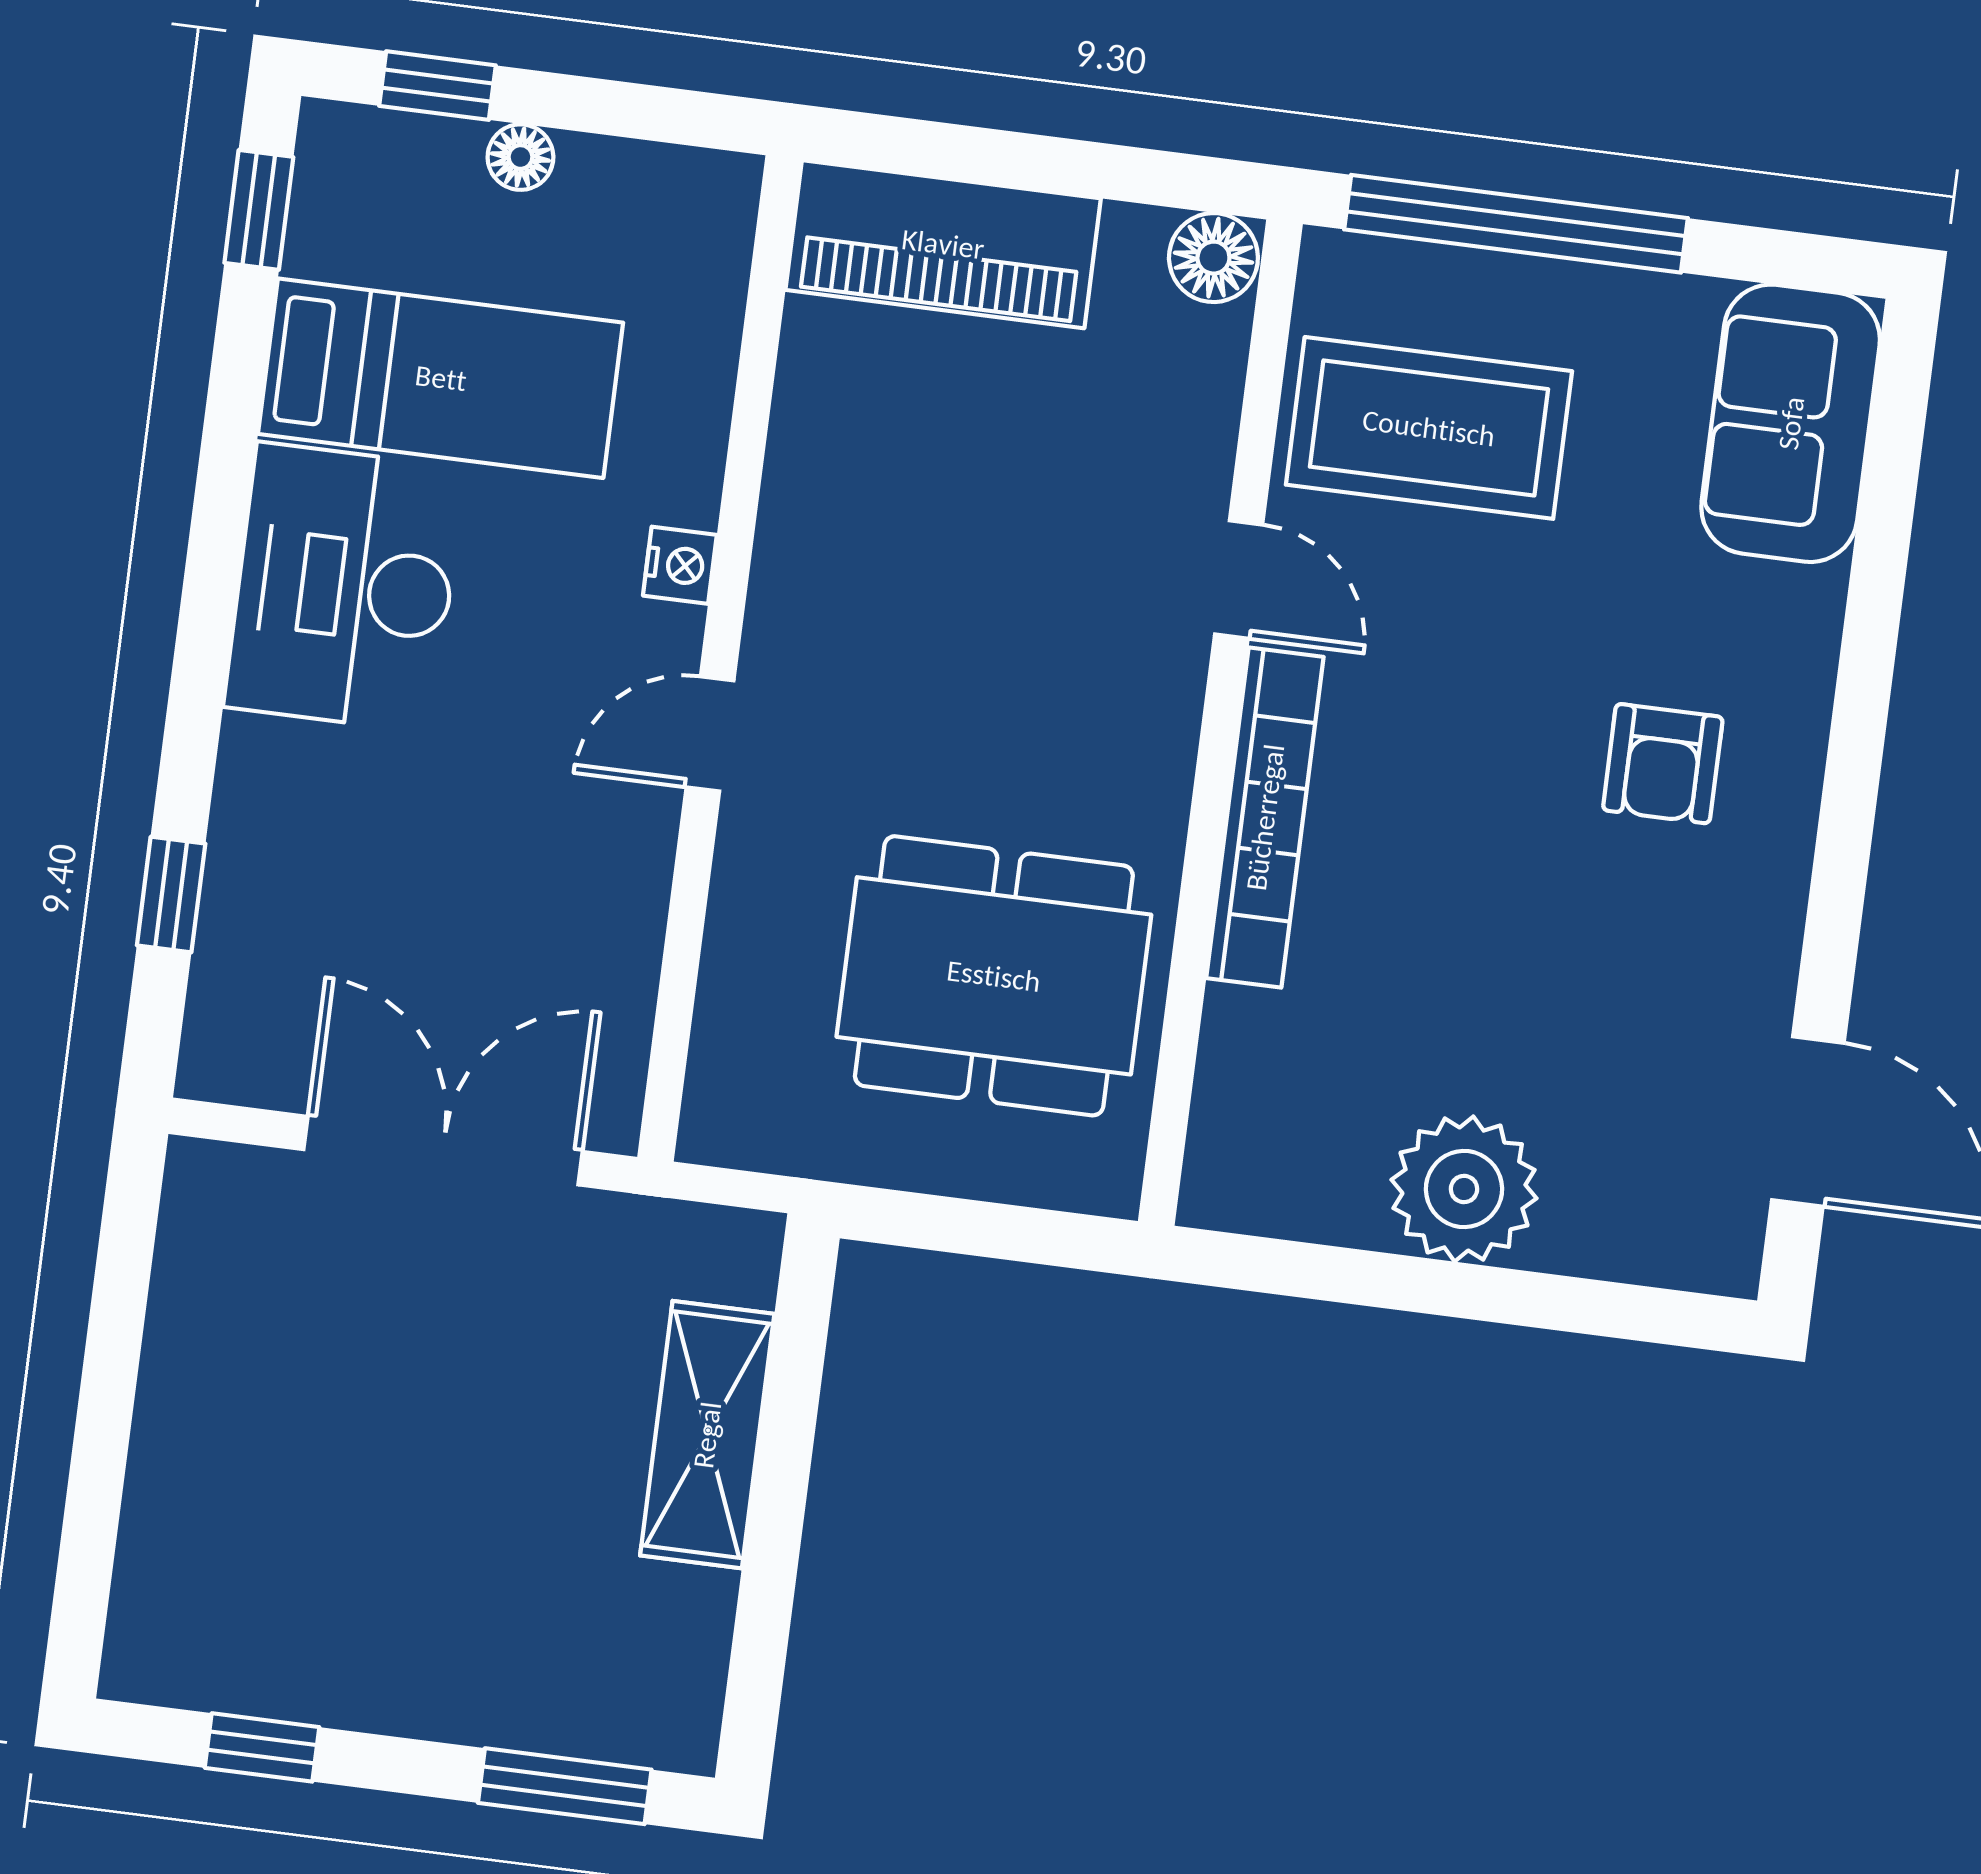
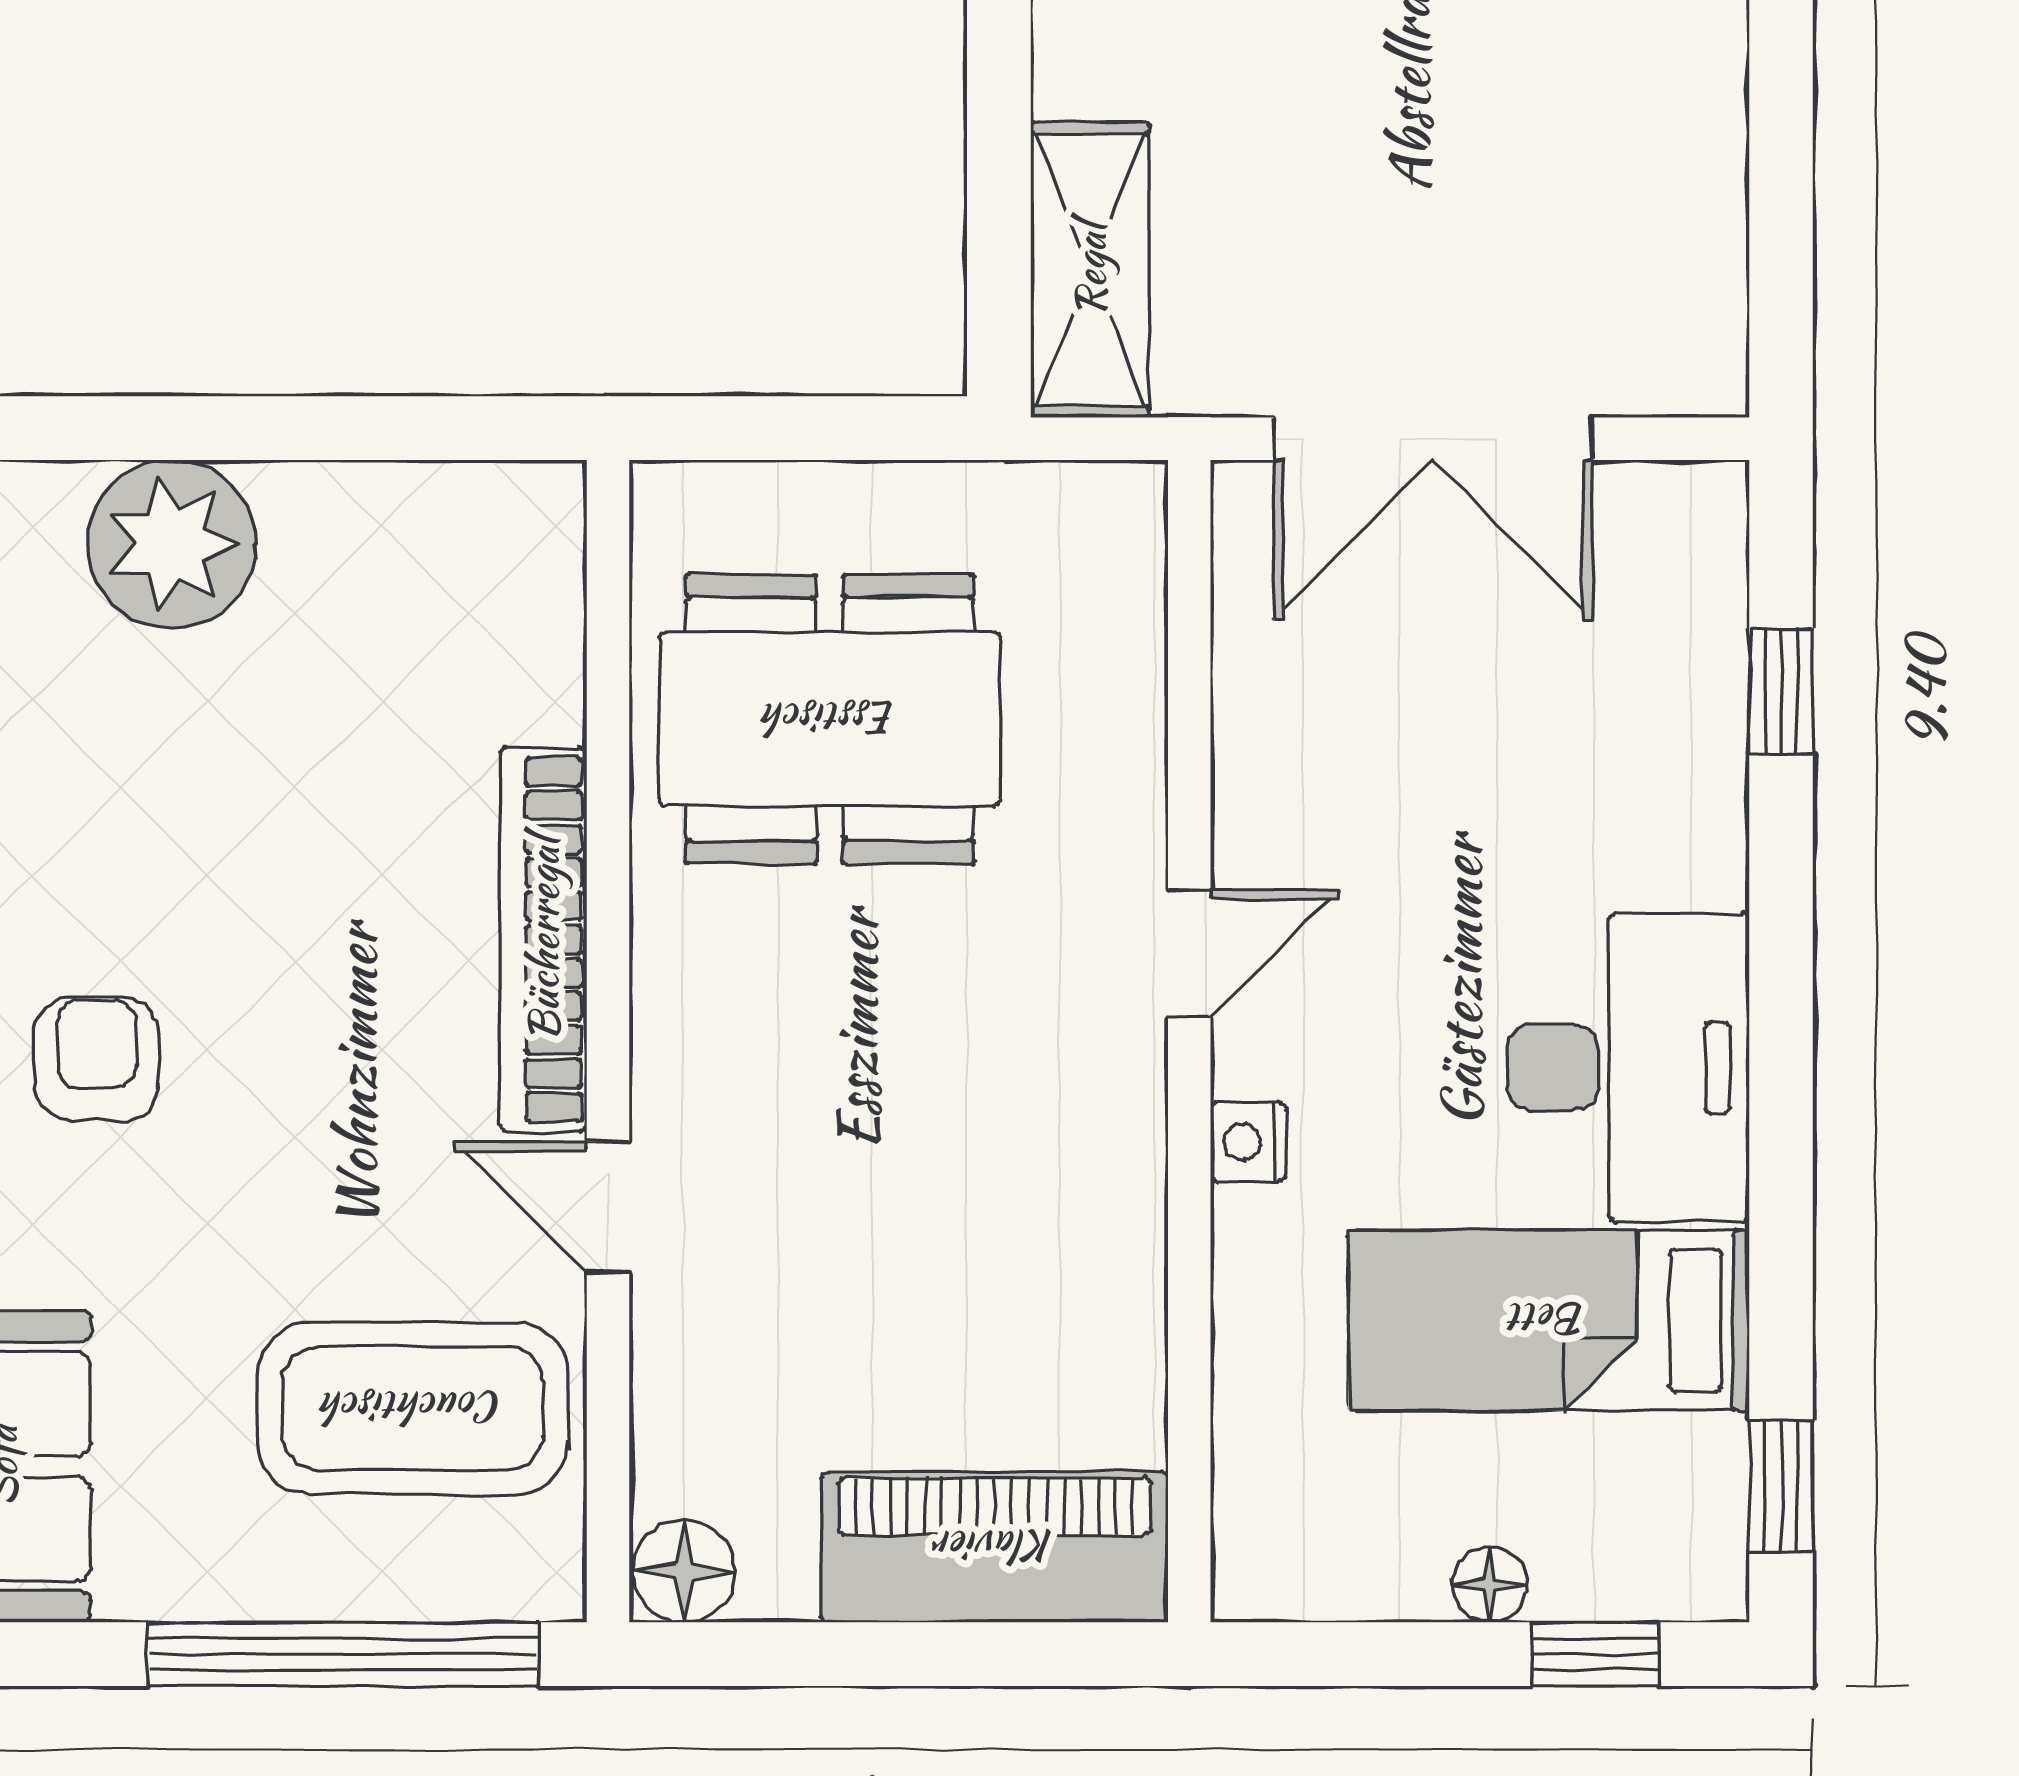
plant: (1464, 1189) -> (172, 544), moved
shelving: (707, 1435) -> (1090, 270), moved

